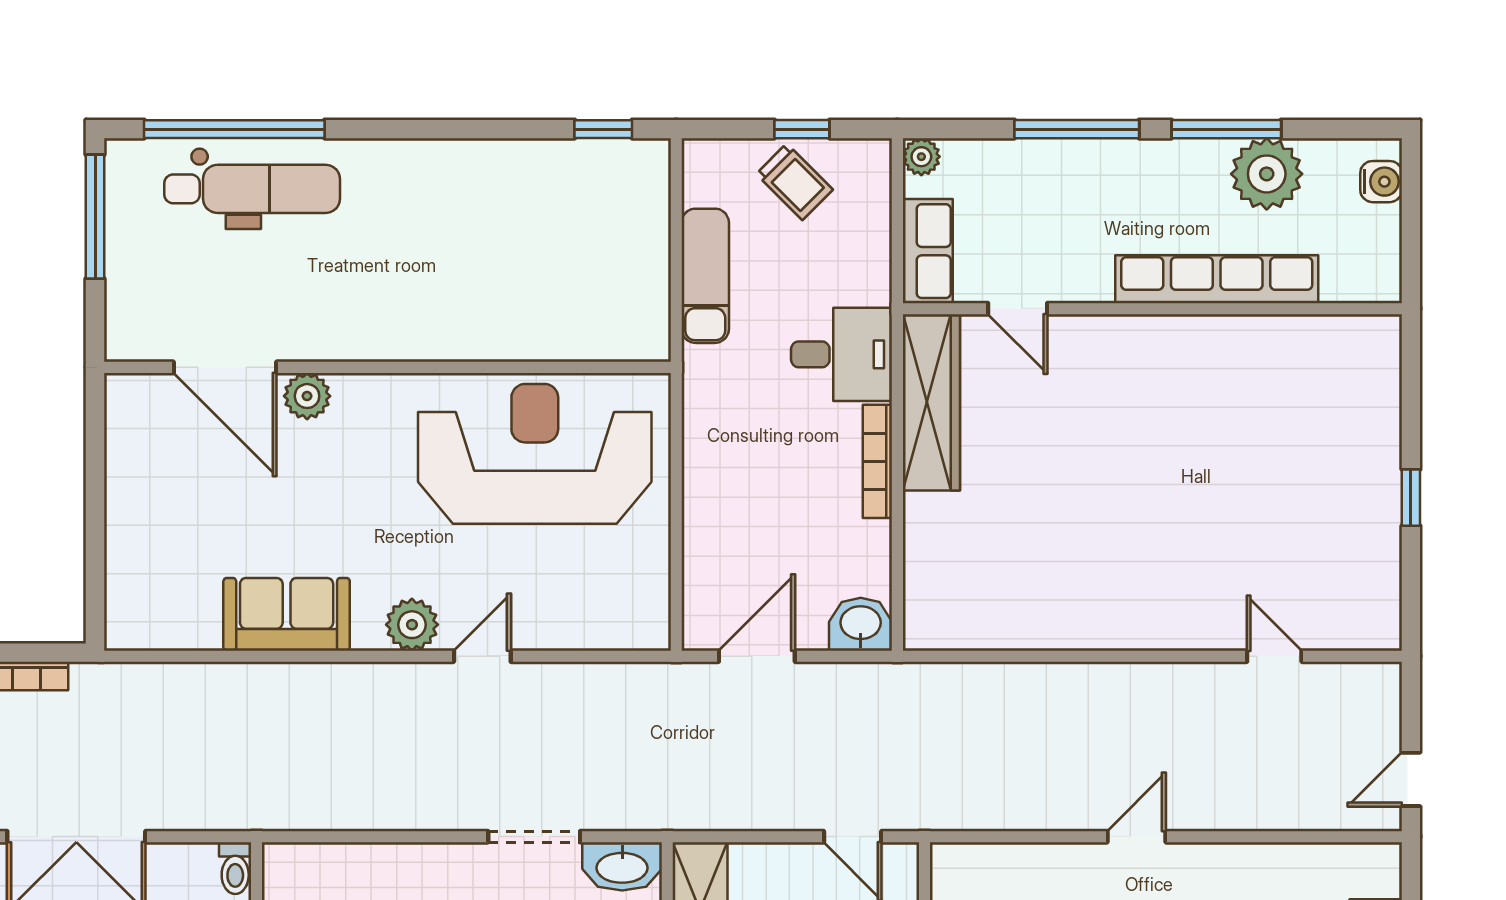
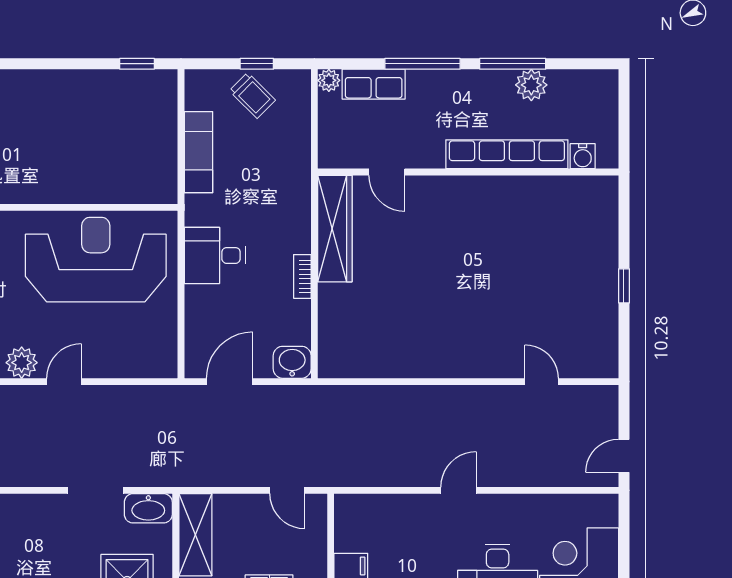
plant: (1267, 174) -> (531, 85), width x0.73, depth x0.73
water cooler: (1381, 182) -> (583, 156), moved, turned 90
row of seats: (928, 251) -> (374, 84), moved, turned 90
desk: (842, 354) -> (215, 255), moved, turned 180
bookcase: (877, 461) -> (302, 276), width x0.64

